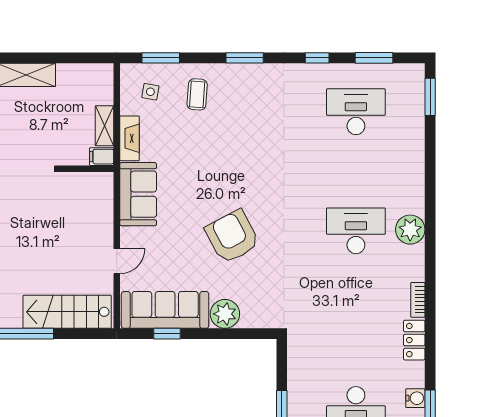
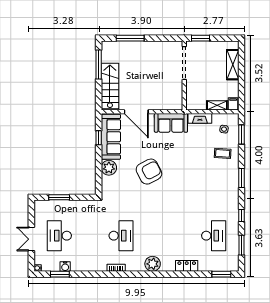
shelving: (105, 126) -> (217, 105), moved
filing cabinet: (102, 157) -> (233, 104), moved
desk: (356, 231) -> (121, 236), moved
door: (117, 261) -> (136, 112), width x1.87
locker: (414, 340) -> (187, 266), moved

